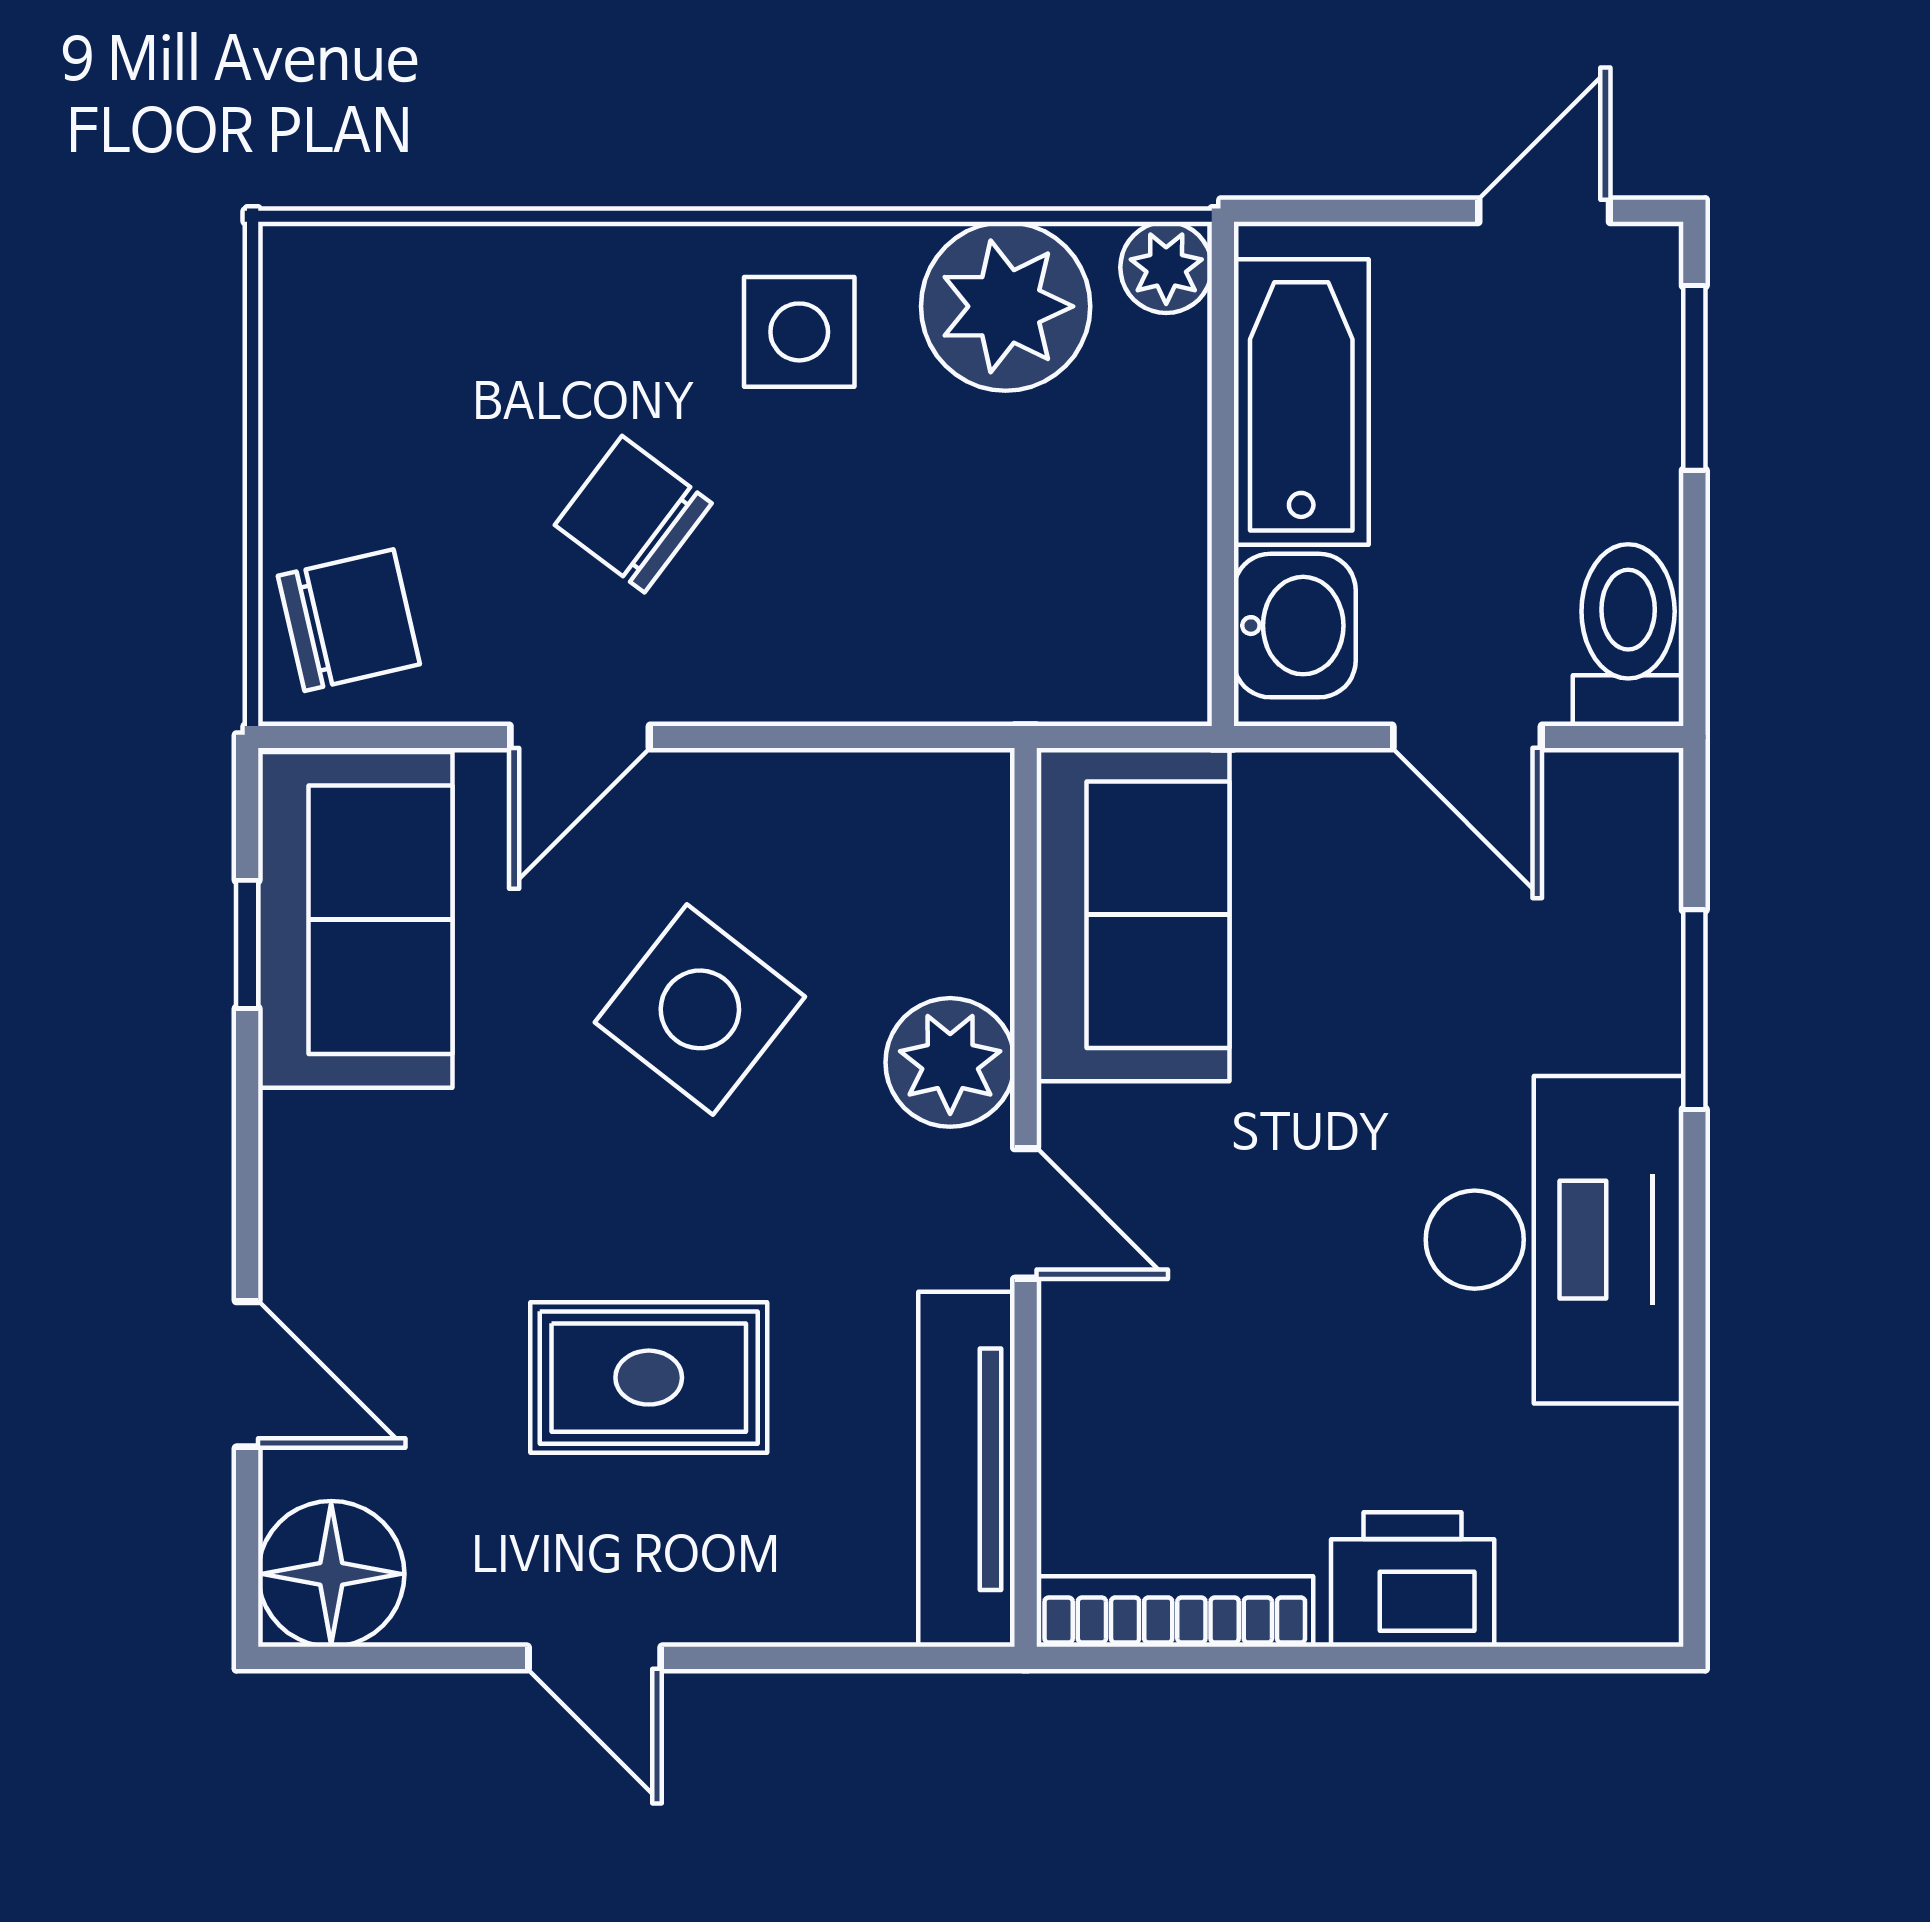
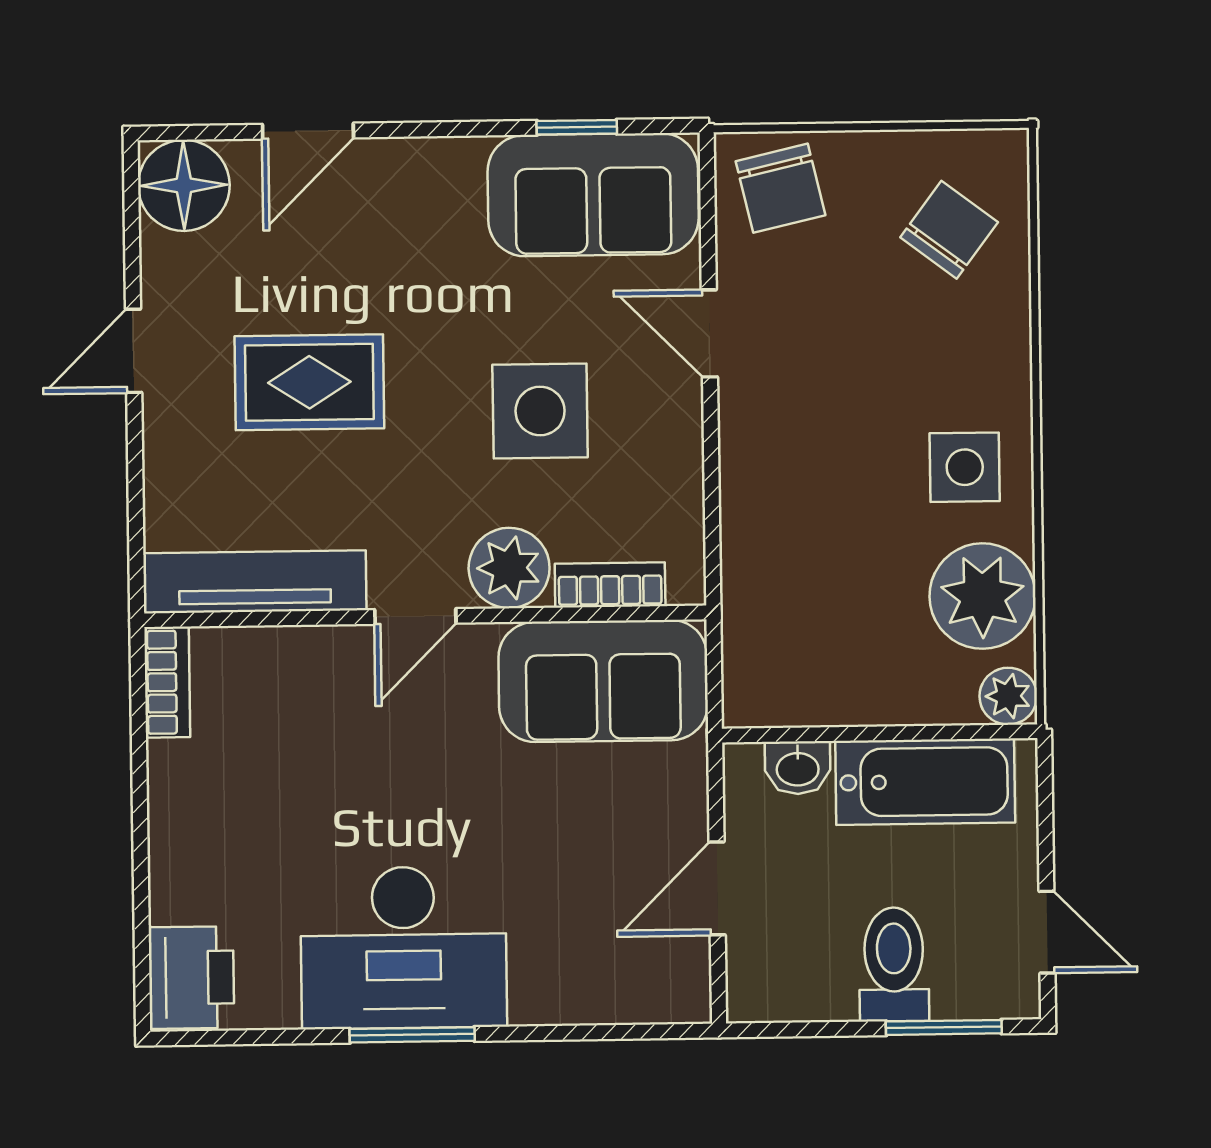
chair: (633, 514) -> (949, 230), moved
washbasin: (1295, 626) -> (798, 768), width x0.72, depth x0.69
toilet: (1628, 635) -> (894, 964), moved, turned -90
bookcase: (979, 901) -> (610, 585), added
side table: (700, 1009) -> (540, 411), turned -38
window: (1694, 1010) -> (412, 1035), moved
rug: (649, 1378) -> (309, 382), turned 90
printer: (1413, 1580) -> (191, 978), moved
bookcase: (1175, 1612) -> (167, 682), width x0.64

